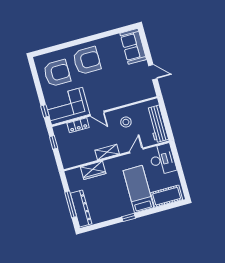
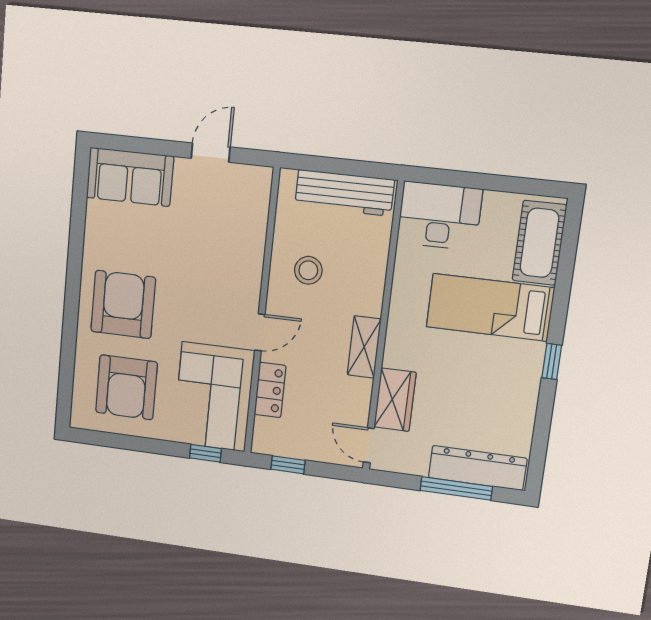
armchair: (57, 73) -> (126, 387), turned 180
door: (136, 150) -> (369, 445), moved

